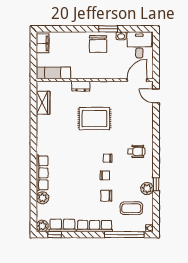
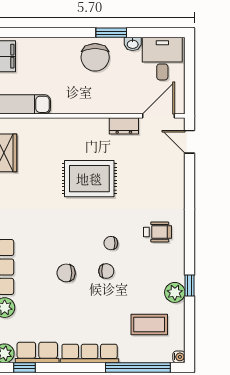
dresser: (81, 86) -> (124, 126), moved
chair: (106, 196) -> (66, 273), moved

